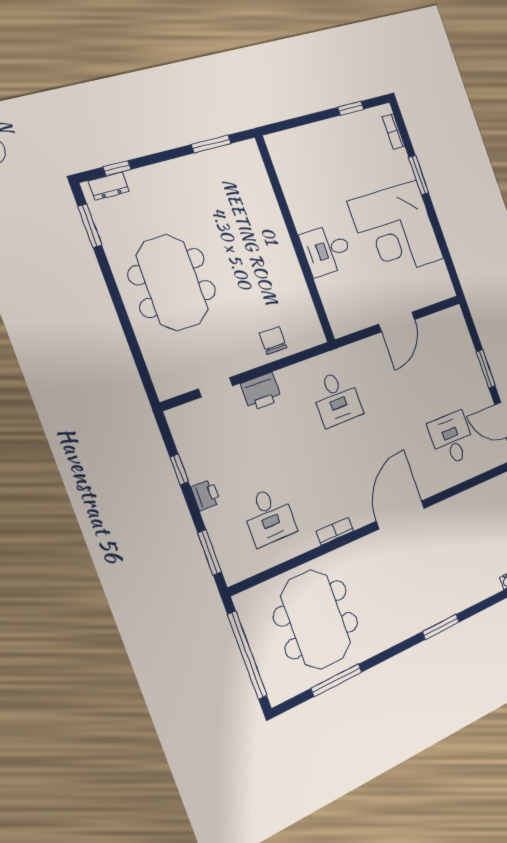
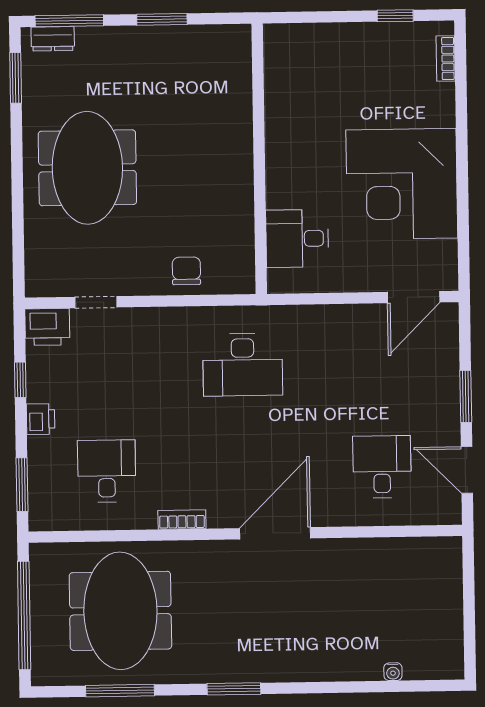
window: (211, 144) -> (162, 19), moved
window: (117, 168) -> (69, 21), width x2.17
window: (419, 175) -> (461, 123), removed
desk: (327, 250) -> (297, 239), moved
door: (397, 322) -> (414, 297), moved
printer: (261, 392) -> (47, 327), moved
desk: (337, 398) -> (243, 365), width x1.37
desk: (269, 516) -> (107, 471), turned 180
window: (441, 627) -> (234, 689), moved

